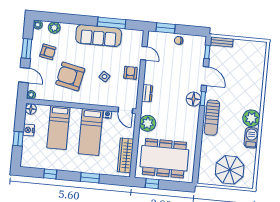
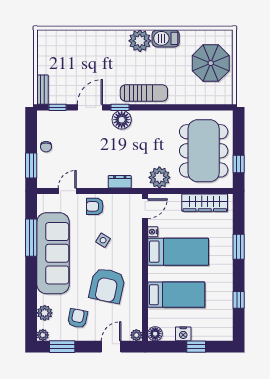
sofa: (99, 36) -> (53, 253), width x1.36, depth x1.27
window: (27, 49) -> (62, 347), moved

